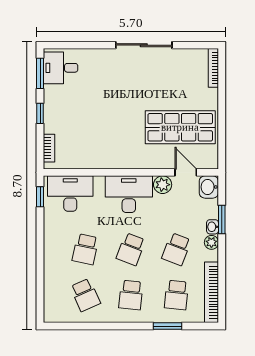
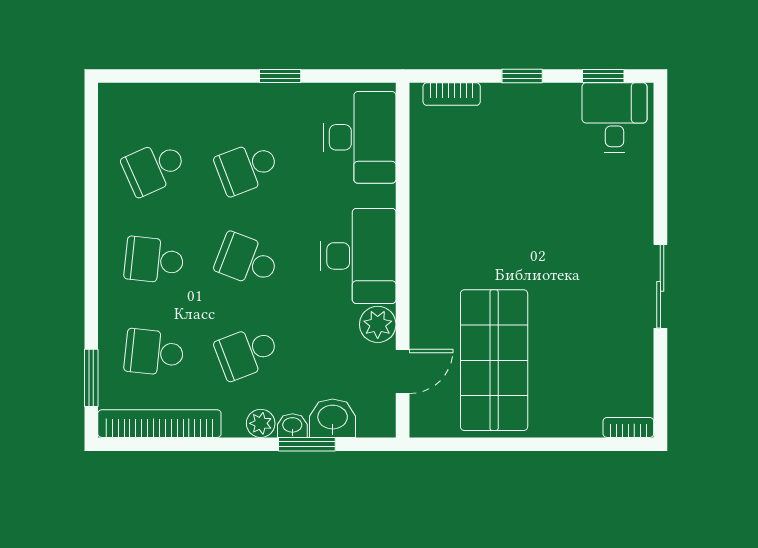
sliding door: (144, 45) -> (660, 286), width x0.73
bookcase: (213, 68) -> (628, 427), width x0.64
window: (40, 73) -> (603, 76), width x0.67
washbasin: (209, 187) -> (333, 418), moved
window: (40, 197) -> (280, 76), moved
school desk: (85, 249) -> (247, 168), turned -33
school desk: (176, 249) -> (247, 352), turned -42
window: (167, 326) -> (91, 378), moved

